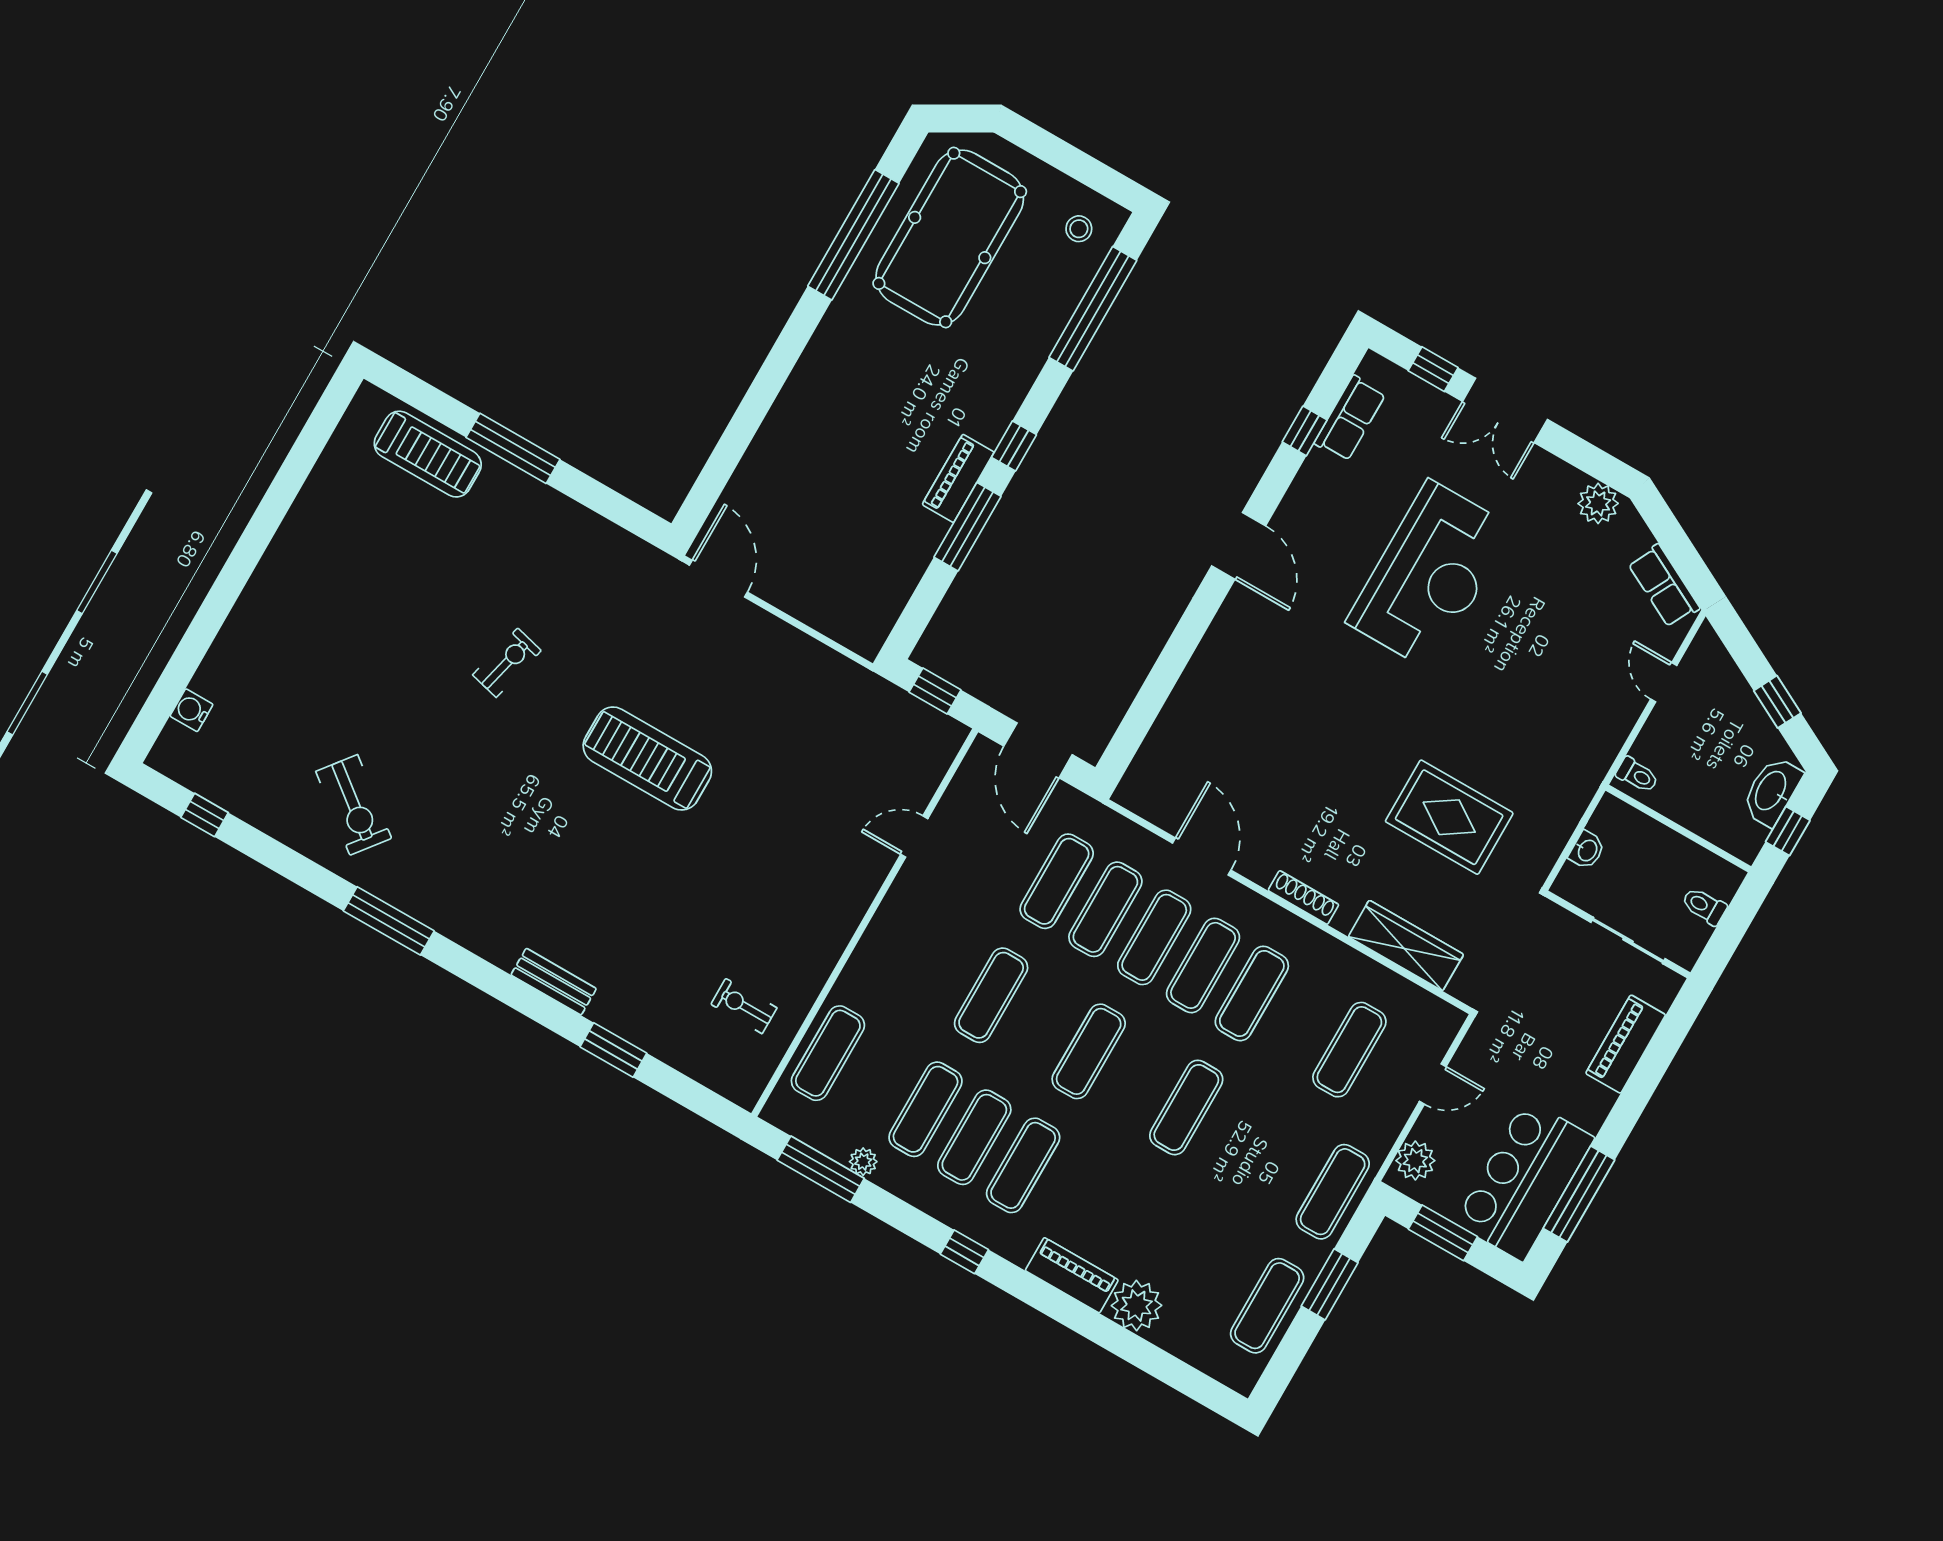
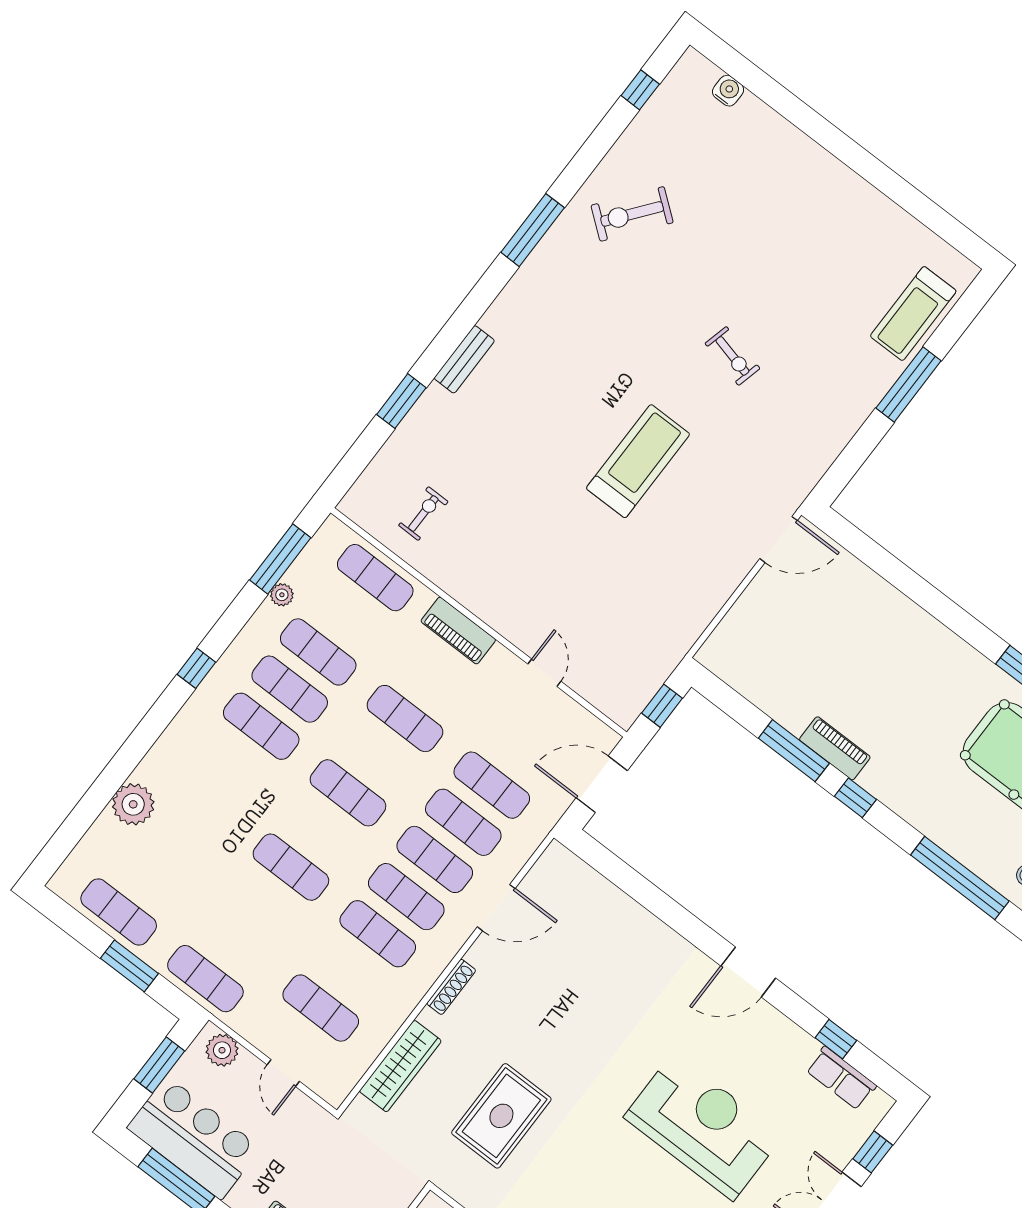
reception desk: (1430, 575) -> (703, 1127), turned 180
piano: (1072, 1275) -> (458, 631), moved, turned 90

